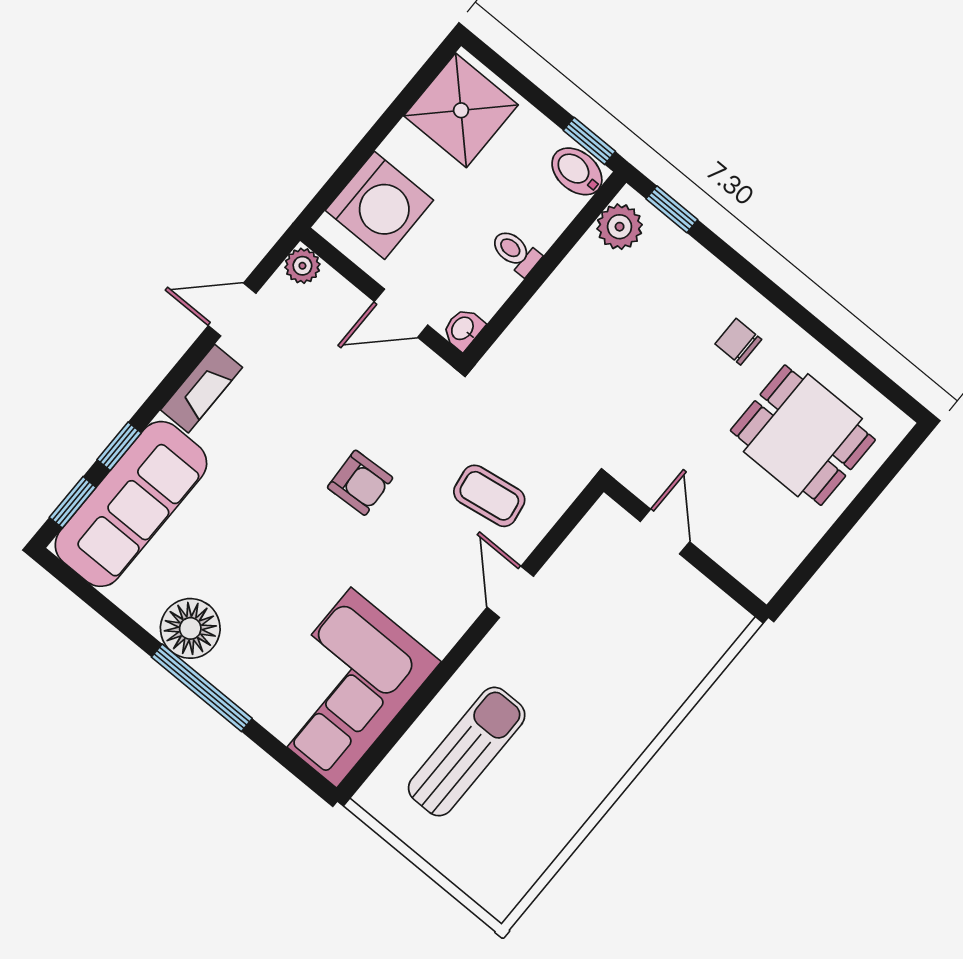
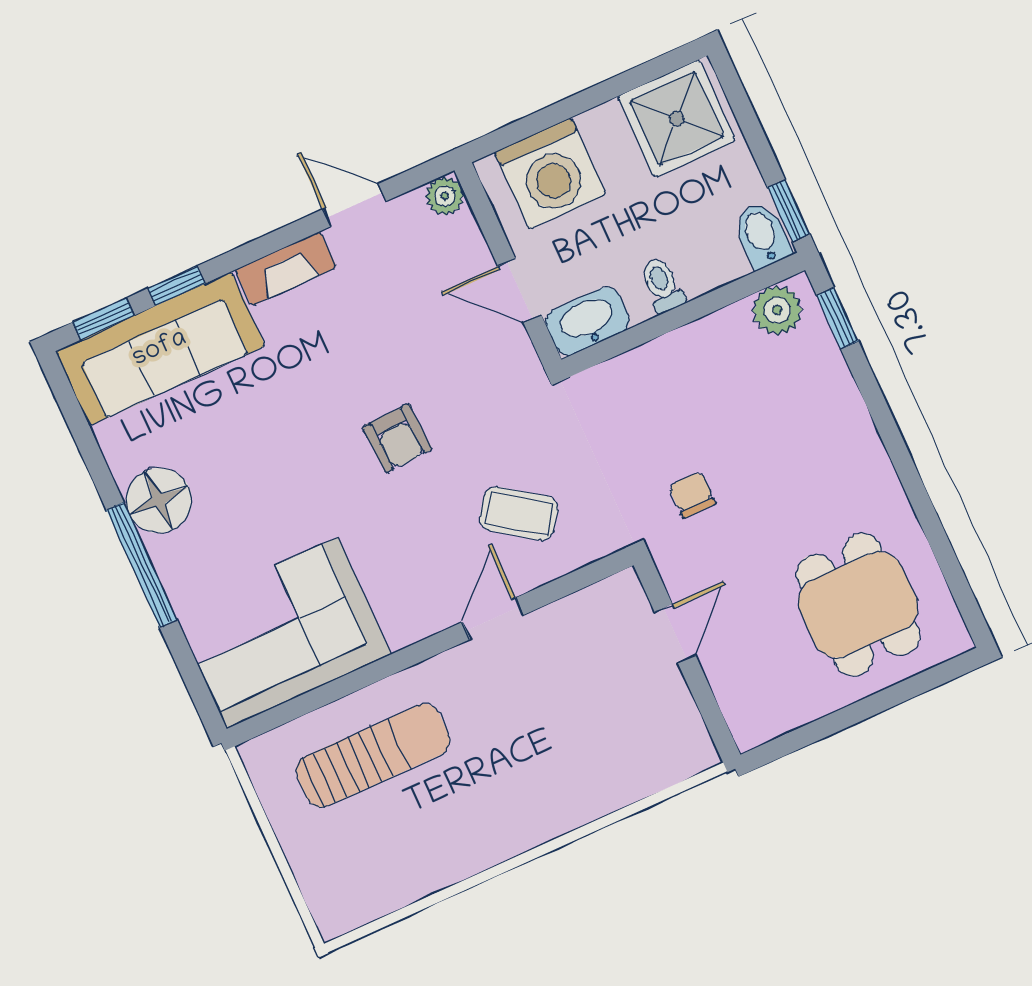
washbasin: (463, 329) -> (588, 321), width x1.91, depth x1.45
chair: (738, 342) -> (692, 495), moved
coffee table: (489, 496) -> (519, 514), turned -46

